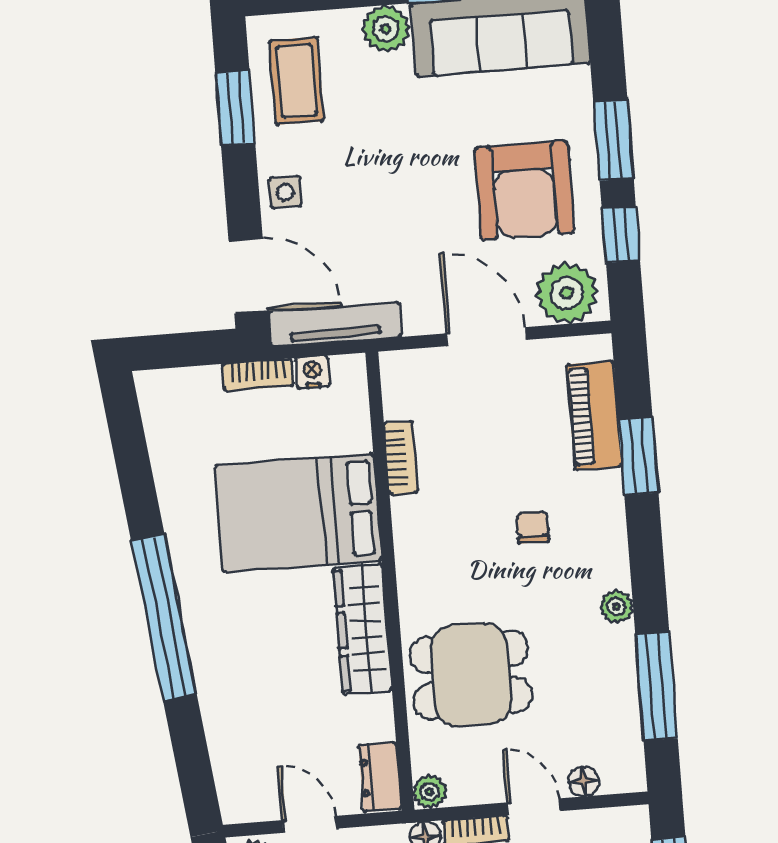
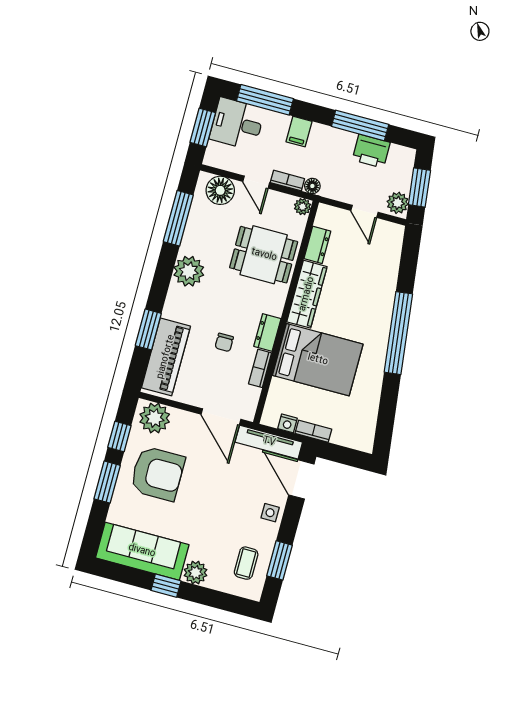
coffee table: (297, 81) -> (246, 563), width x0.73, depth x0.77
armchair: (524, 190) -> (157, 474), turned 90
door: (486, 337) -> (221, 417), moved
piano: (594, 415) -> (166, 357), width x1.37, depth x1.33
chair: (533, 527) -> (224, 342), moved
dresser: (412, 530) -> (267, 332), added
plant: (617, 607) -> (189, 271), width x1.88, depth x1.88
dresser: (380, 777) -> (317, 245), moved
floor lamp: (584, 781) -> (220, 190), width x1.89, depth x1.89

